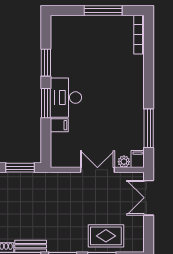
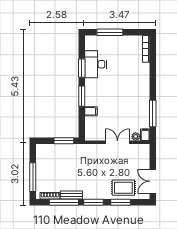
window: (103, 10) -> (110, 32), moved
desk: (66, 98) -> (96, 64), moved
double door: (149, 198) -> (153, 181), moved

